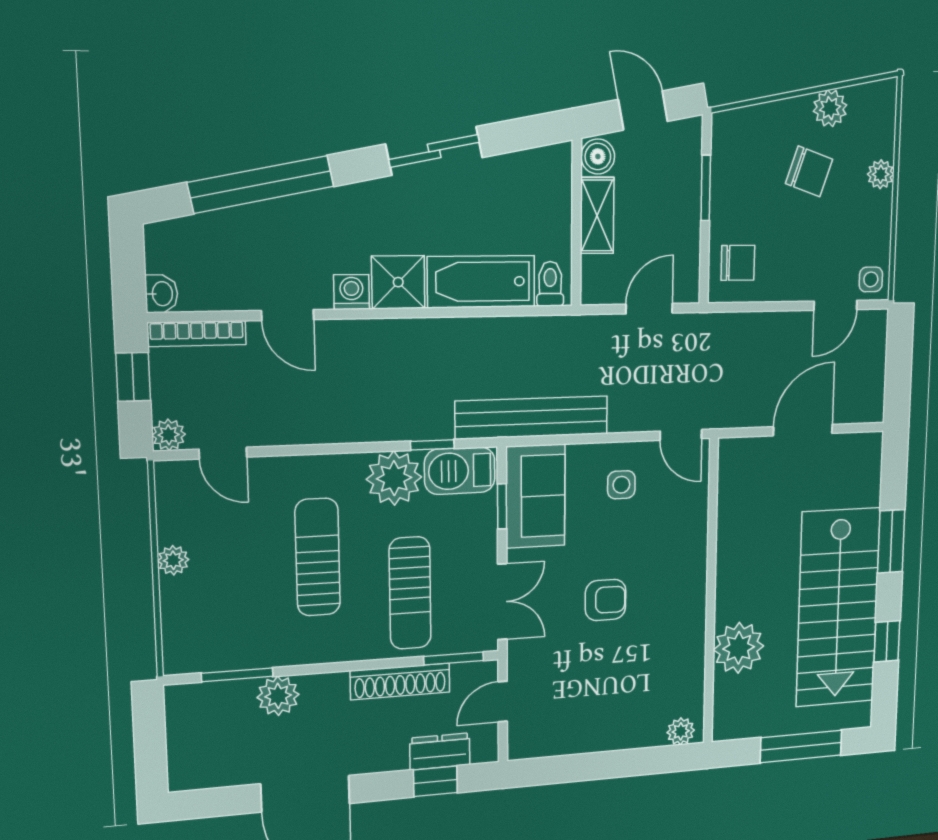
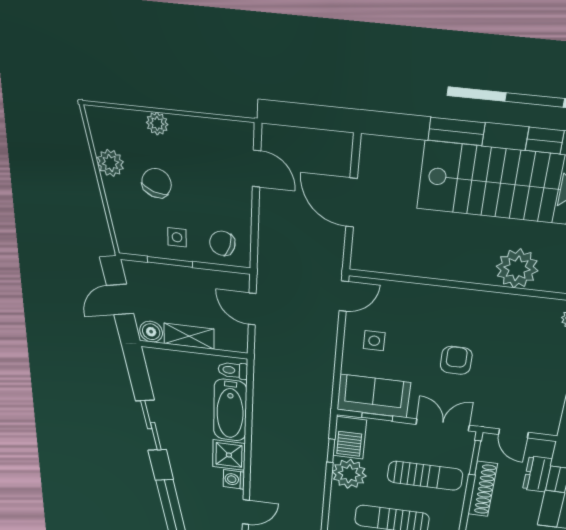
chair: (738, 263) -> (222, 243), turned -75
side table: (871, 279) -> (177, 237), moved
bench: (532, 417) -> (320, 392), removed

